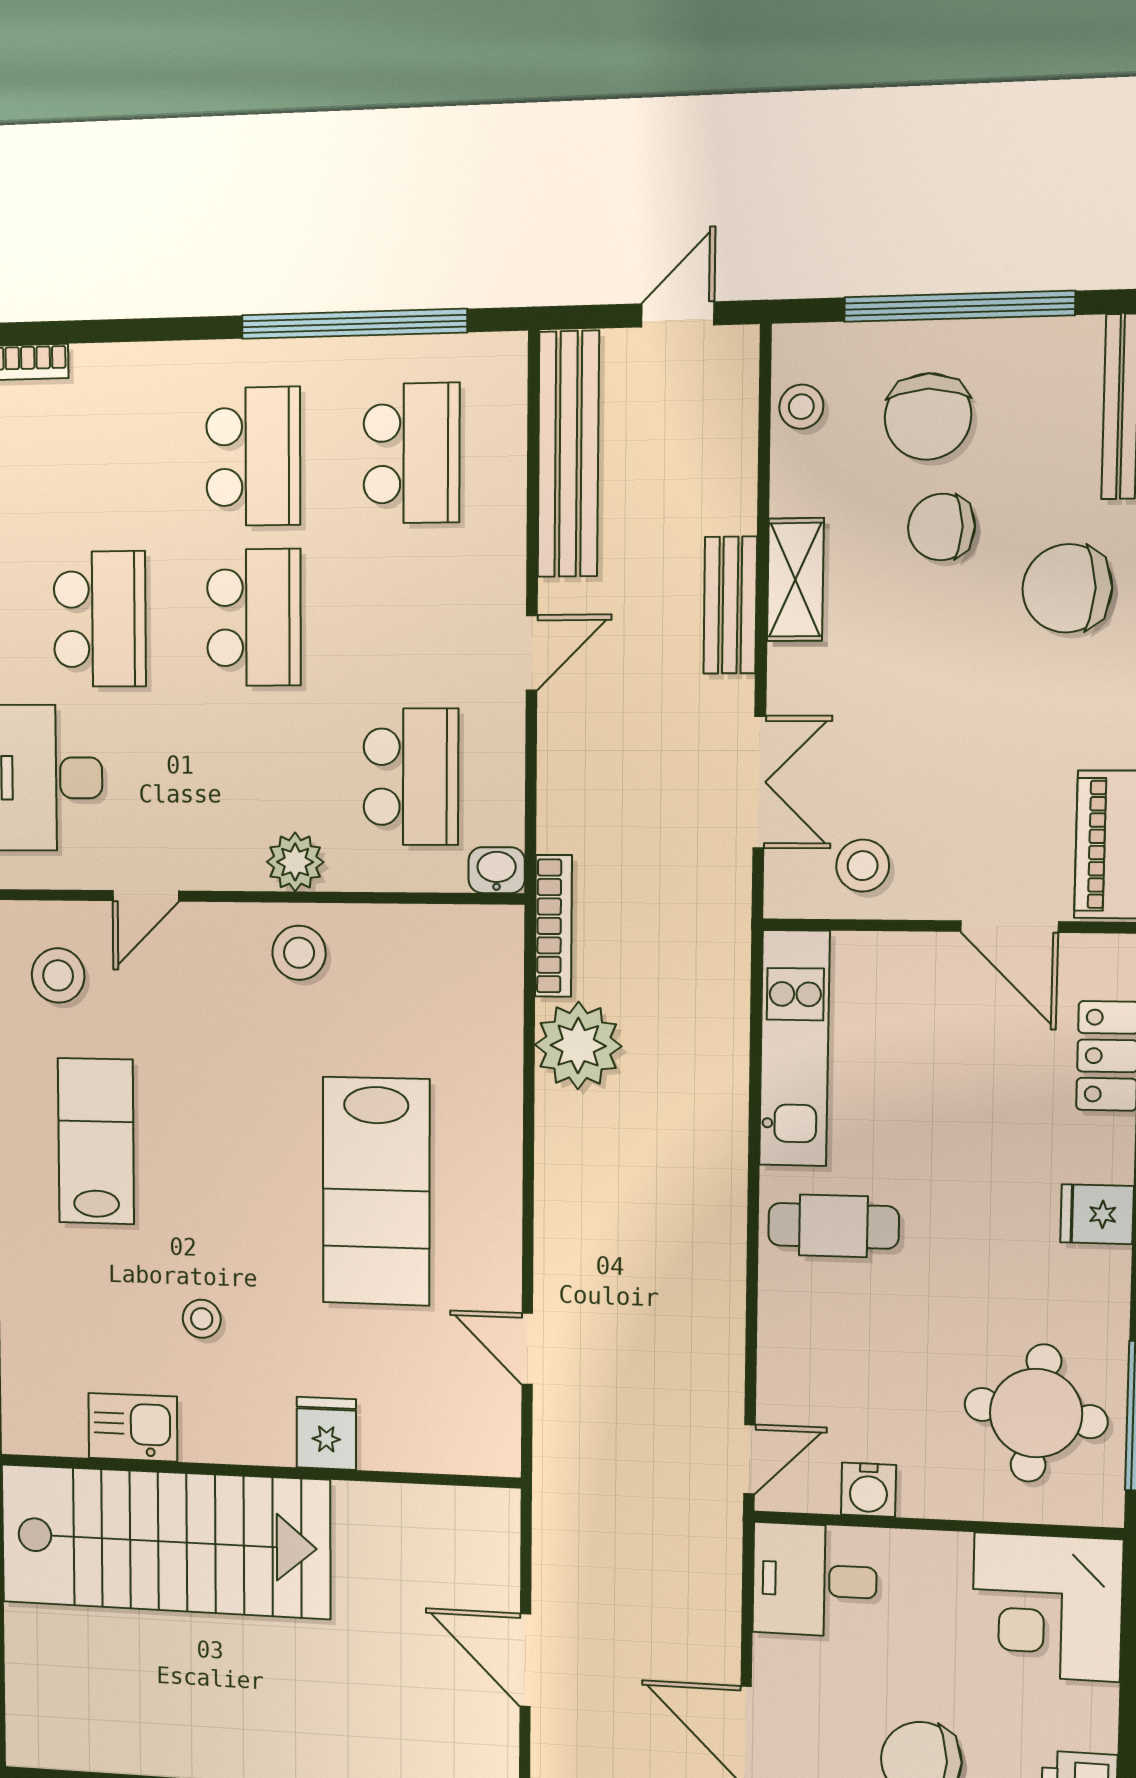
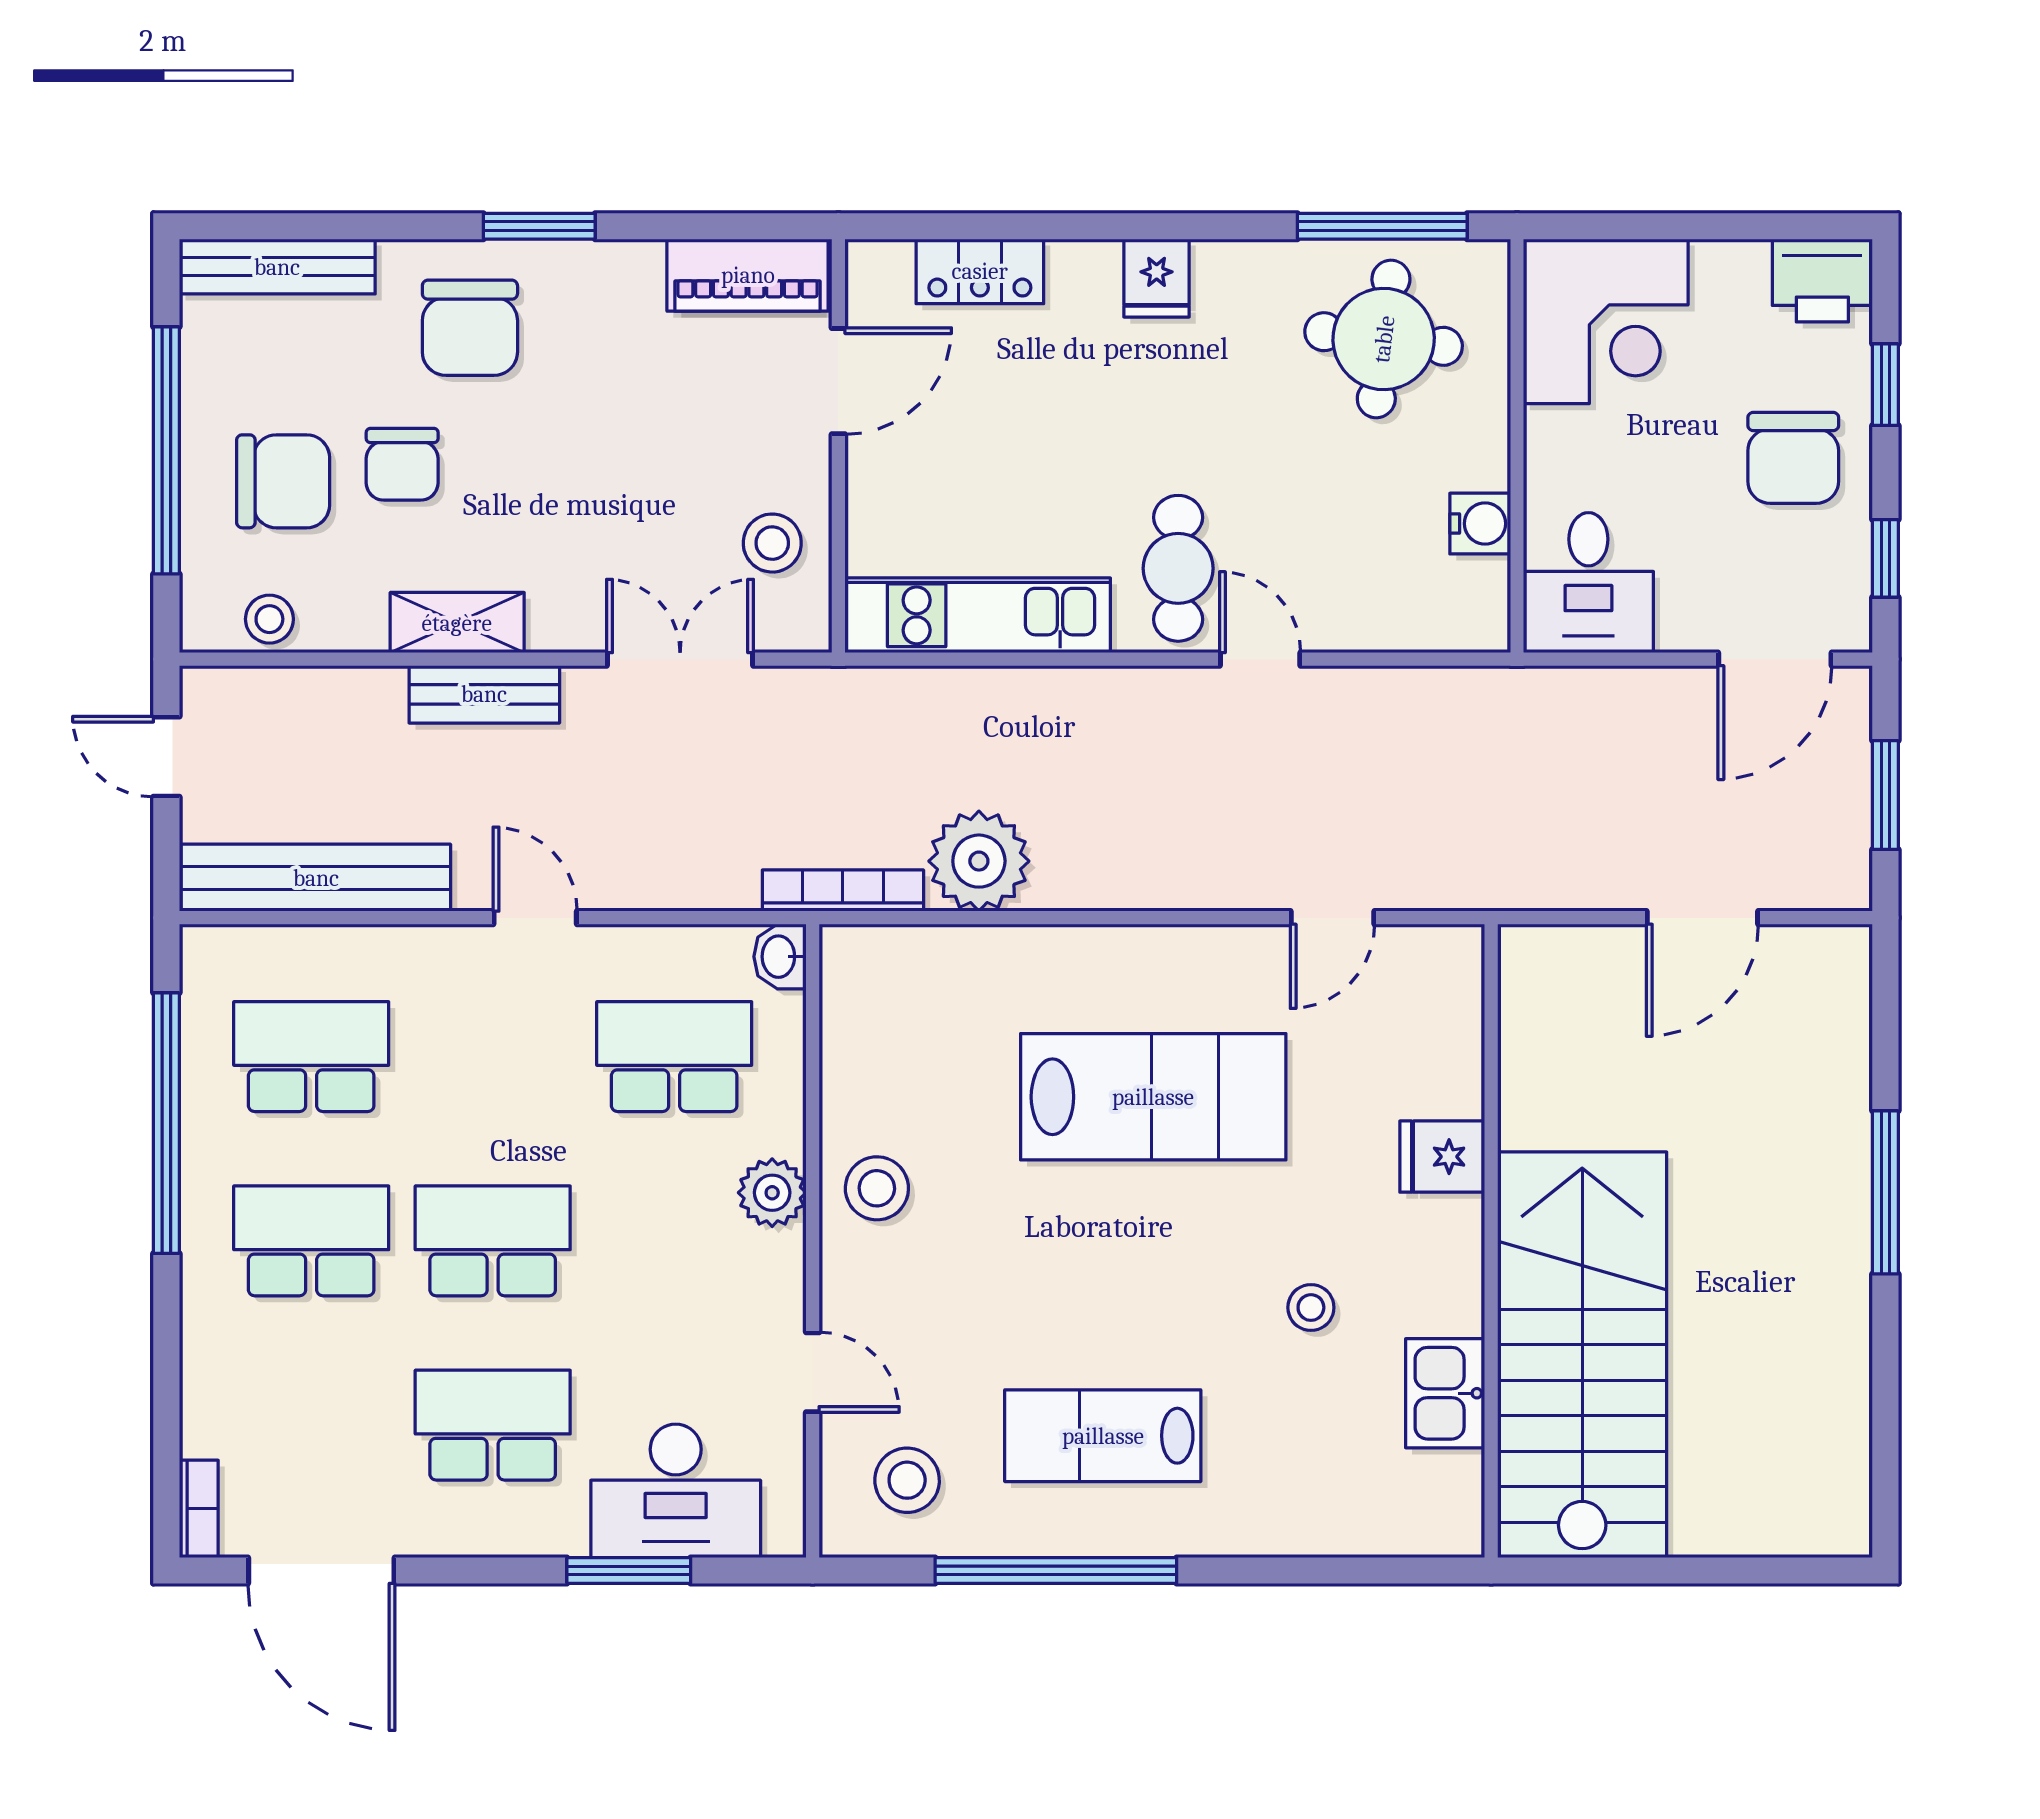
door: (749, 1459) -> (1260, 659), moved

